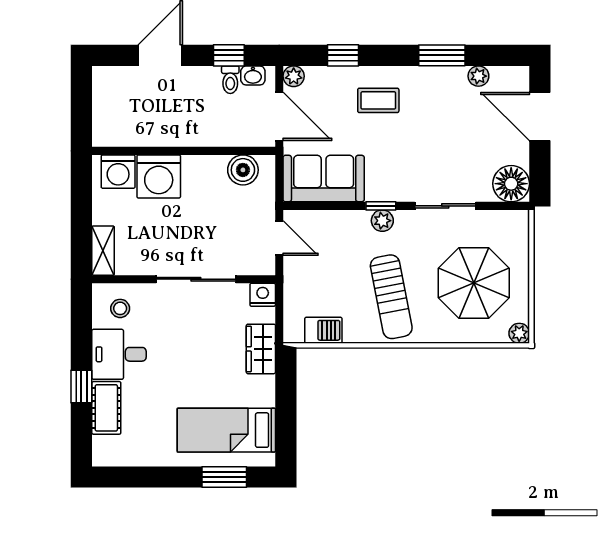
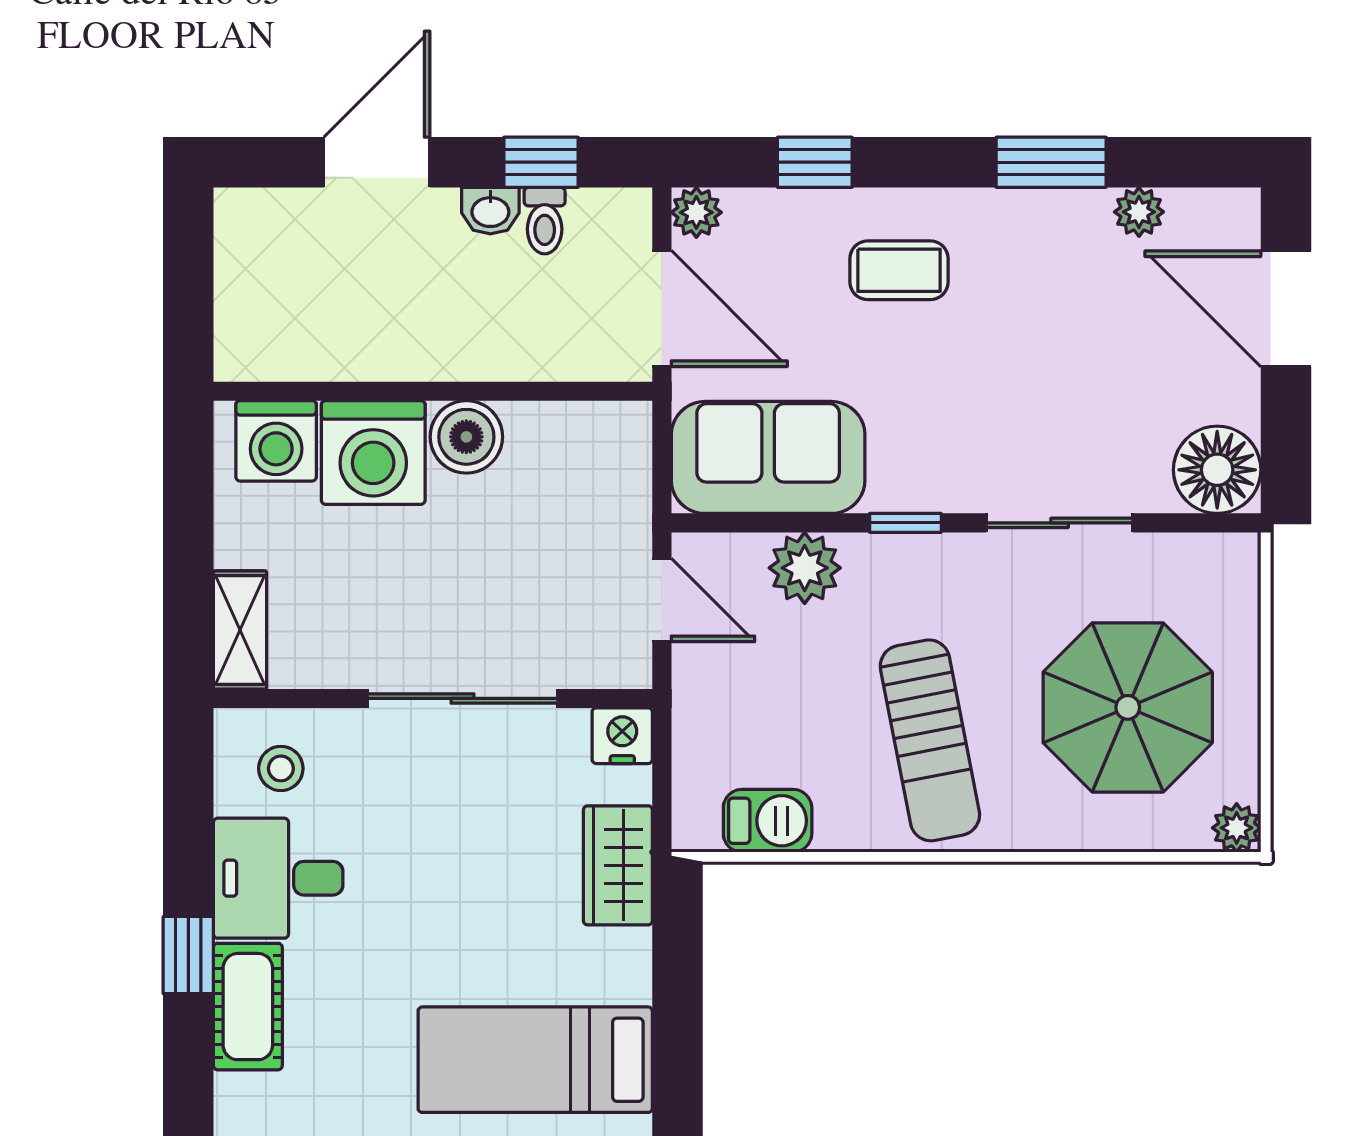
washbasin: (253, 75) -> (490, 211), moved
boiler: (243, 170) -> (466, 437), moved
plant: (382, 221) -> (805, 568), moved, width x1.38, depth x1.38

